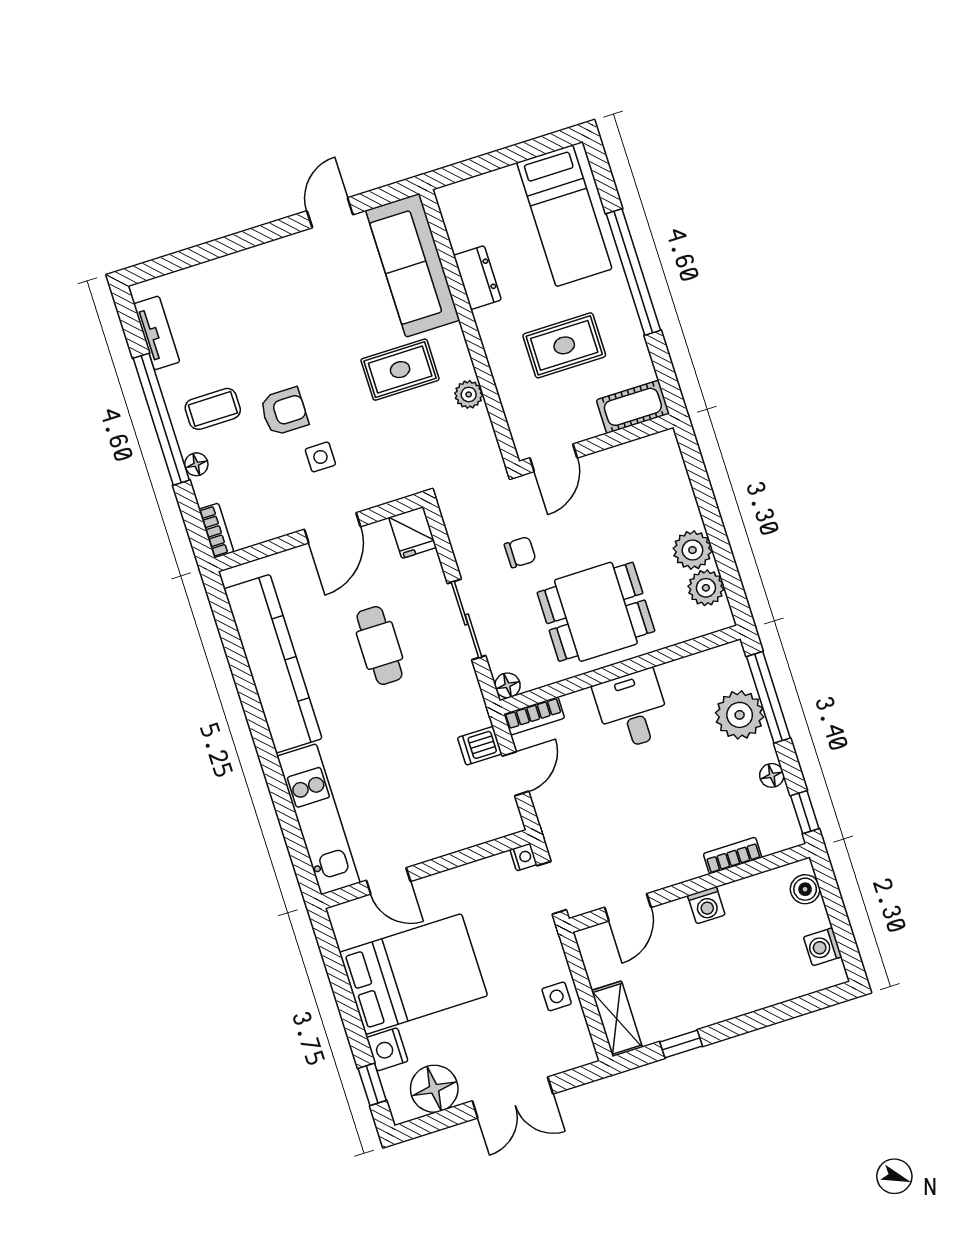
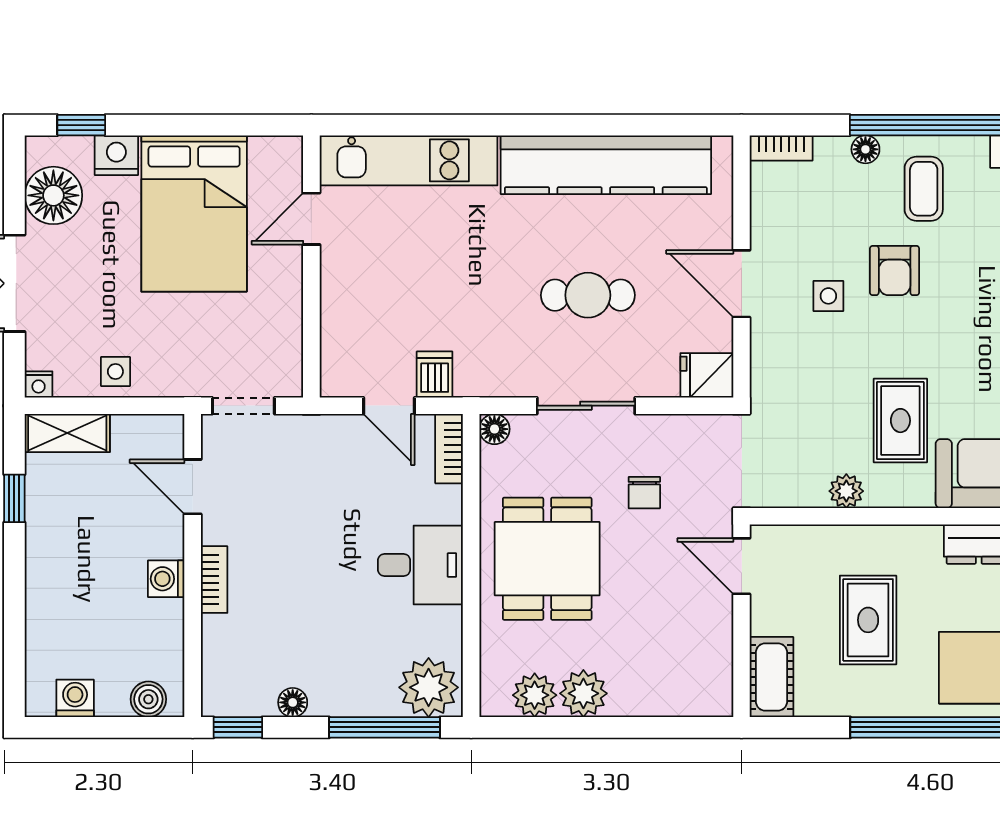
plant: (740, 715) -> (429, 687), moved
bookcase: (733, 856) -> (214, 580), moved
nightstand: (524, 857) -> (39, 384), moved

